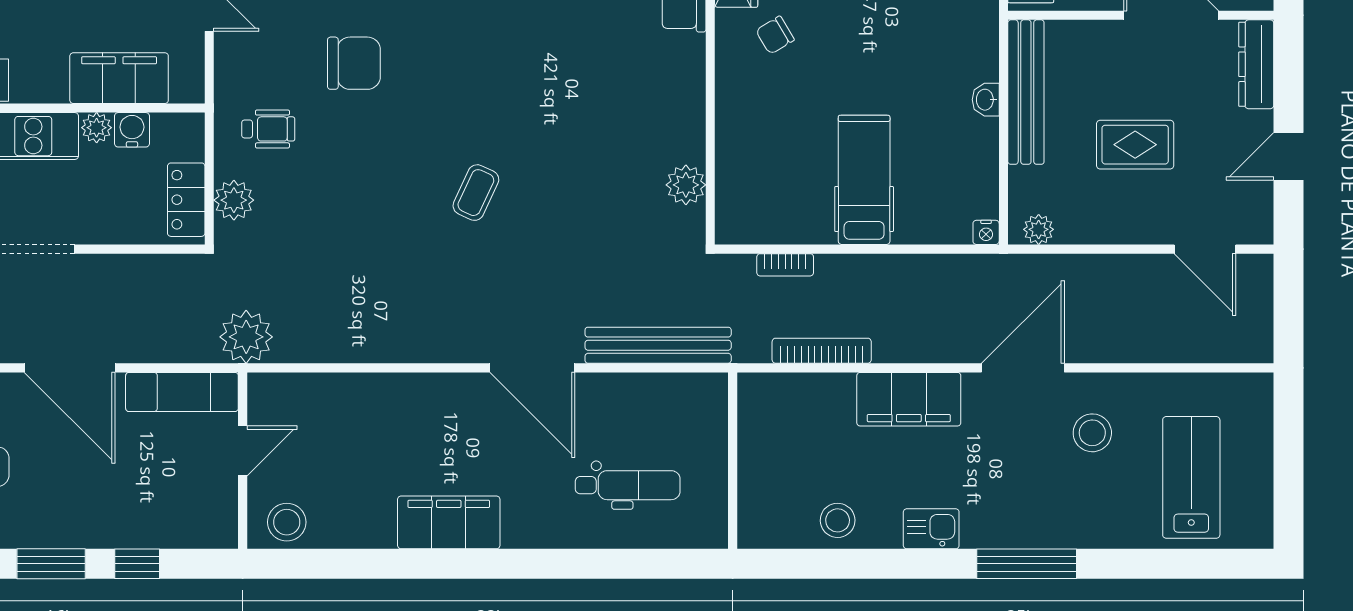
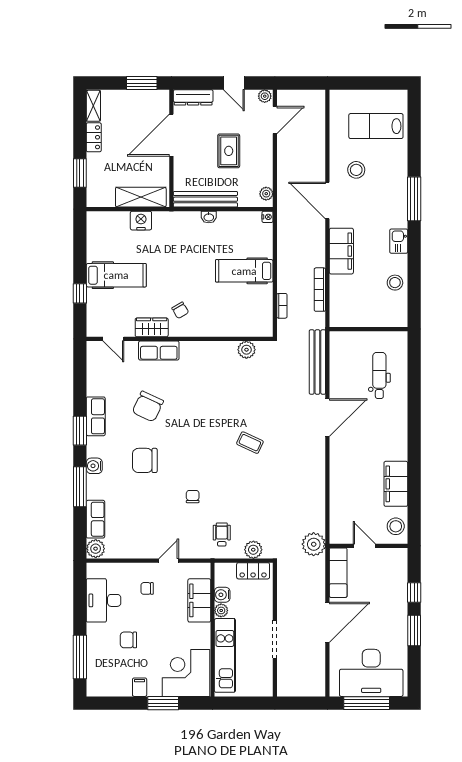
chair: (354, 63) -> (193, 497), width x0.54, depth x0.54
plant: (1259, 226) -> (265, 96), added
filing cabinet: (449, 522) -> (396, 484), moved

